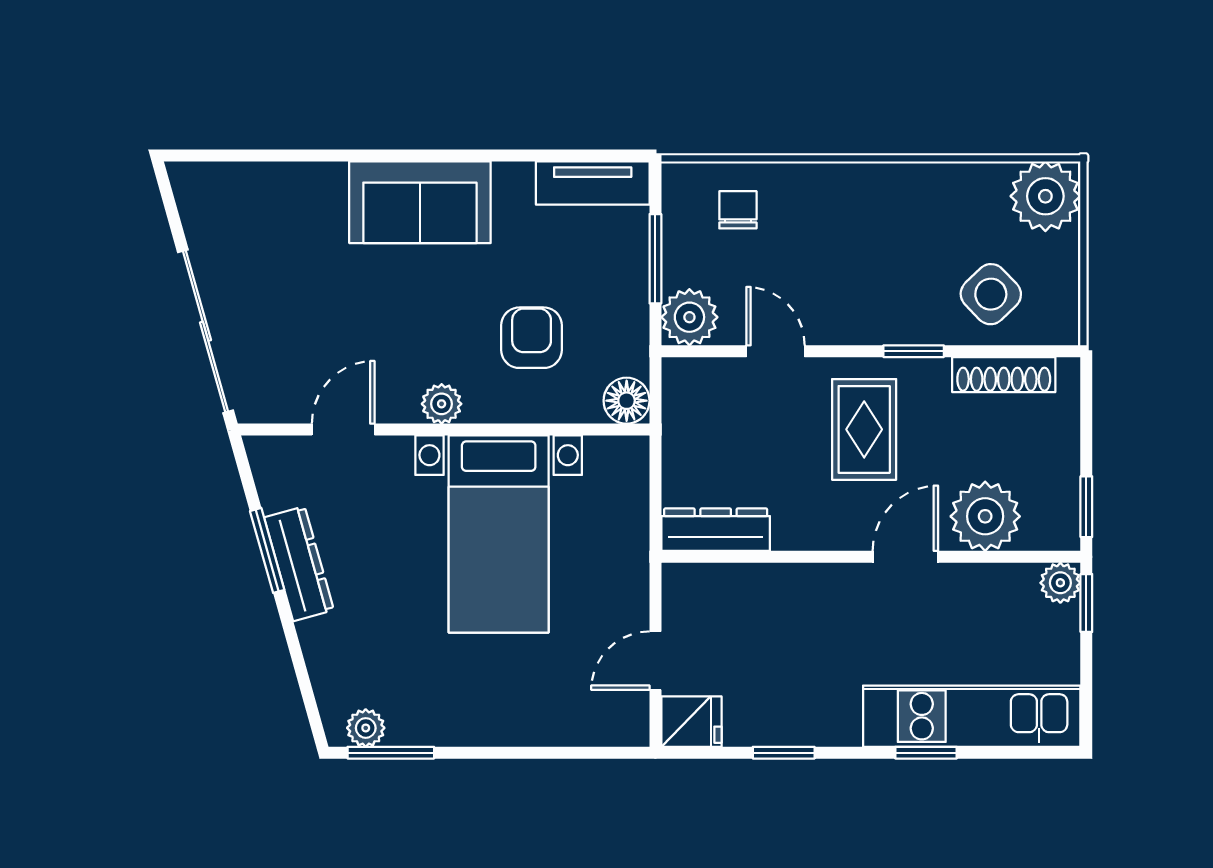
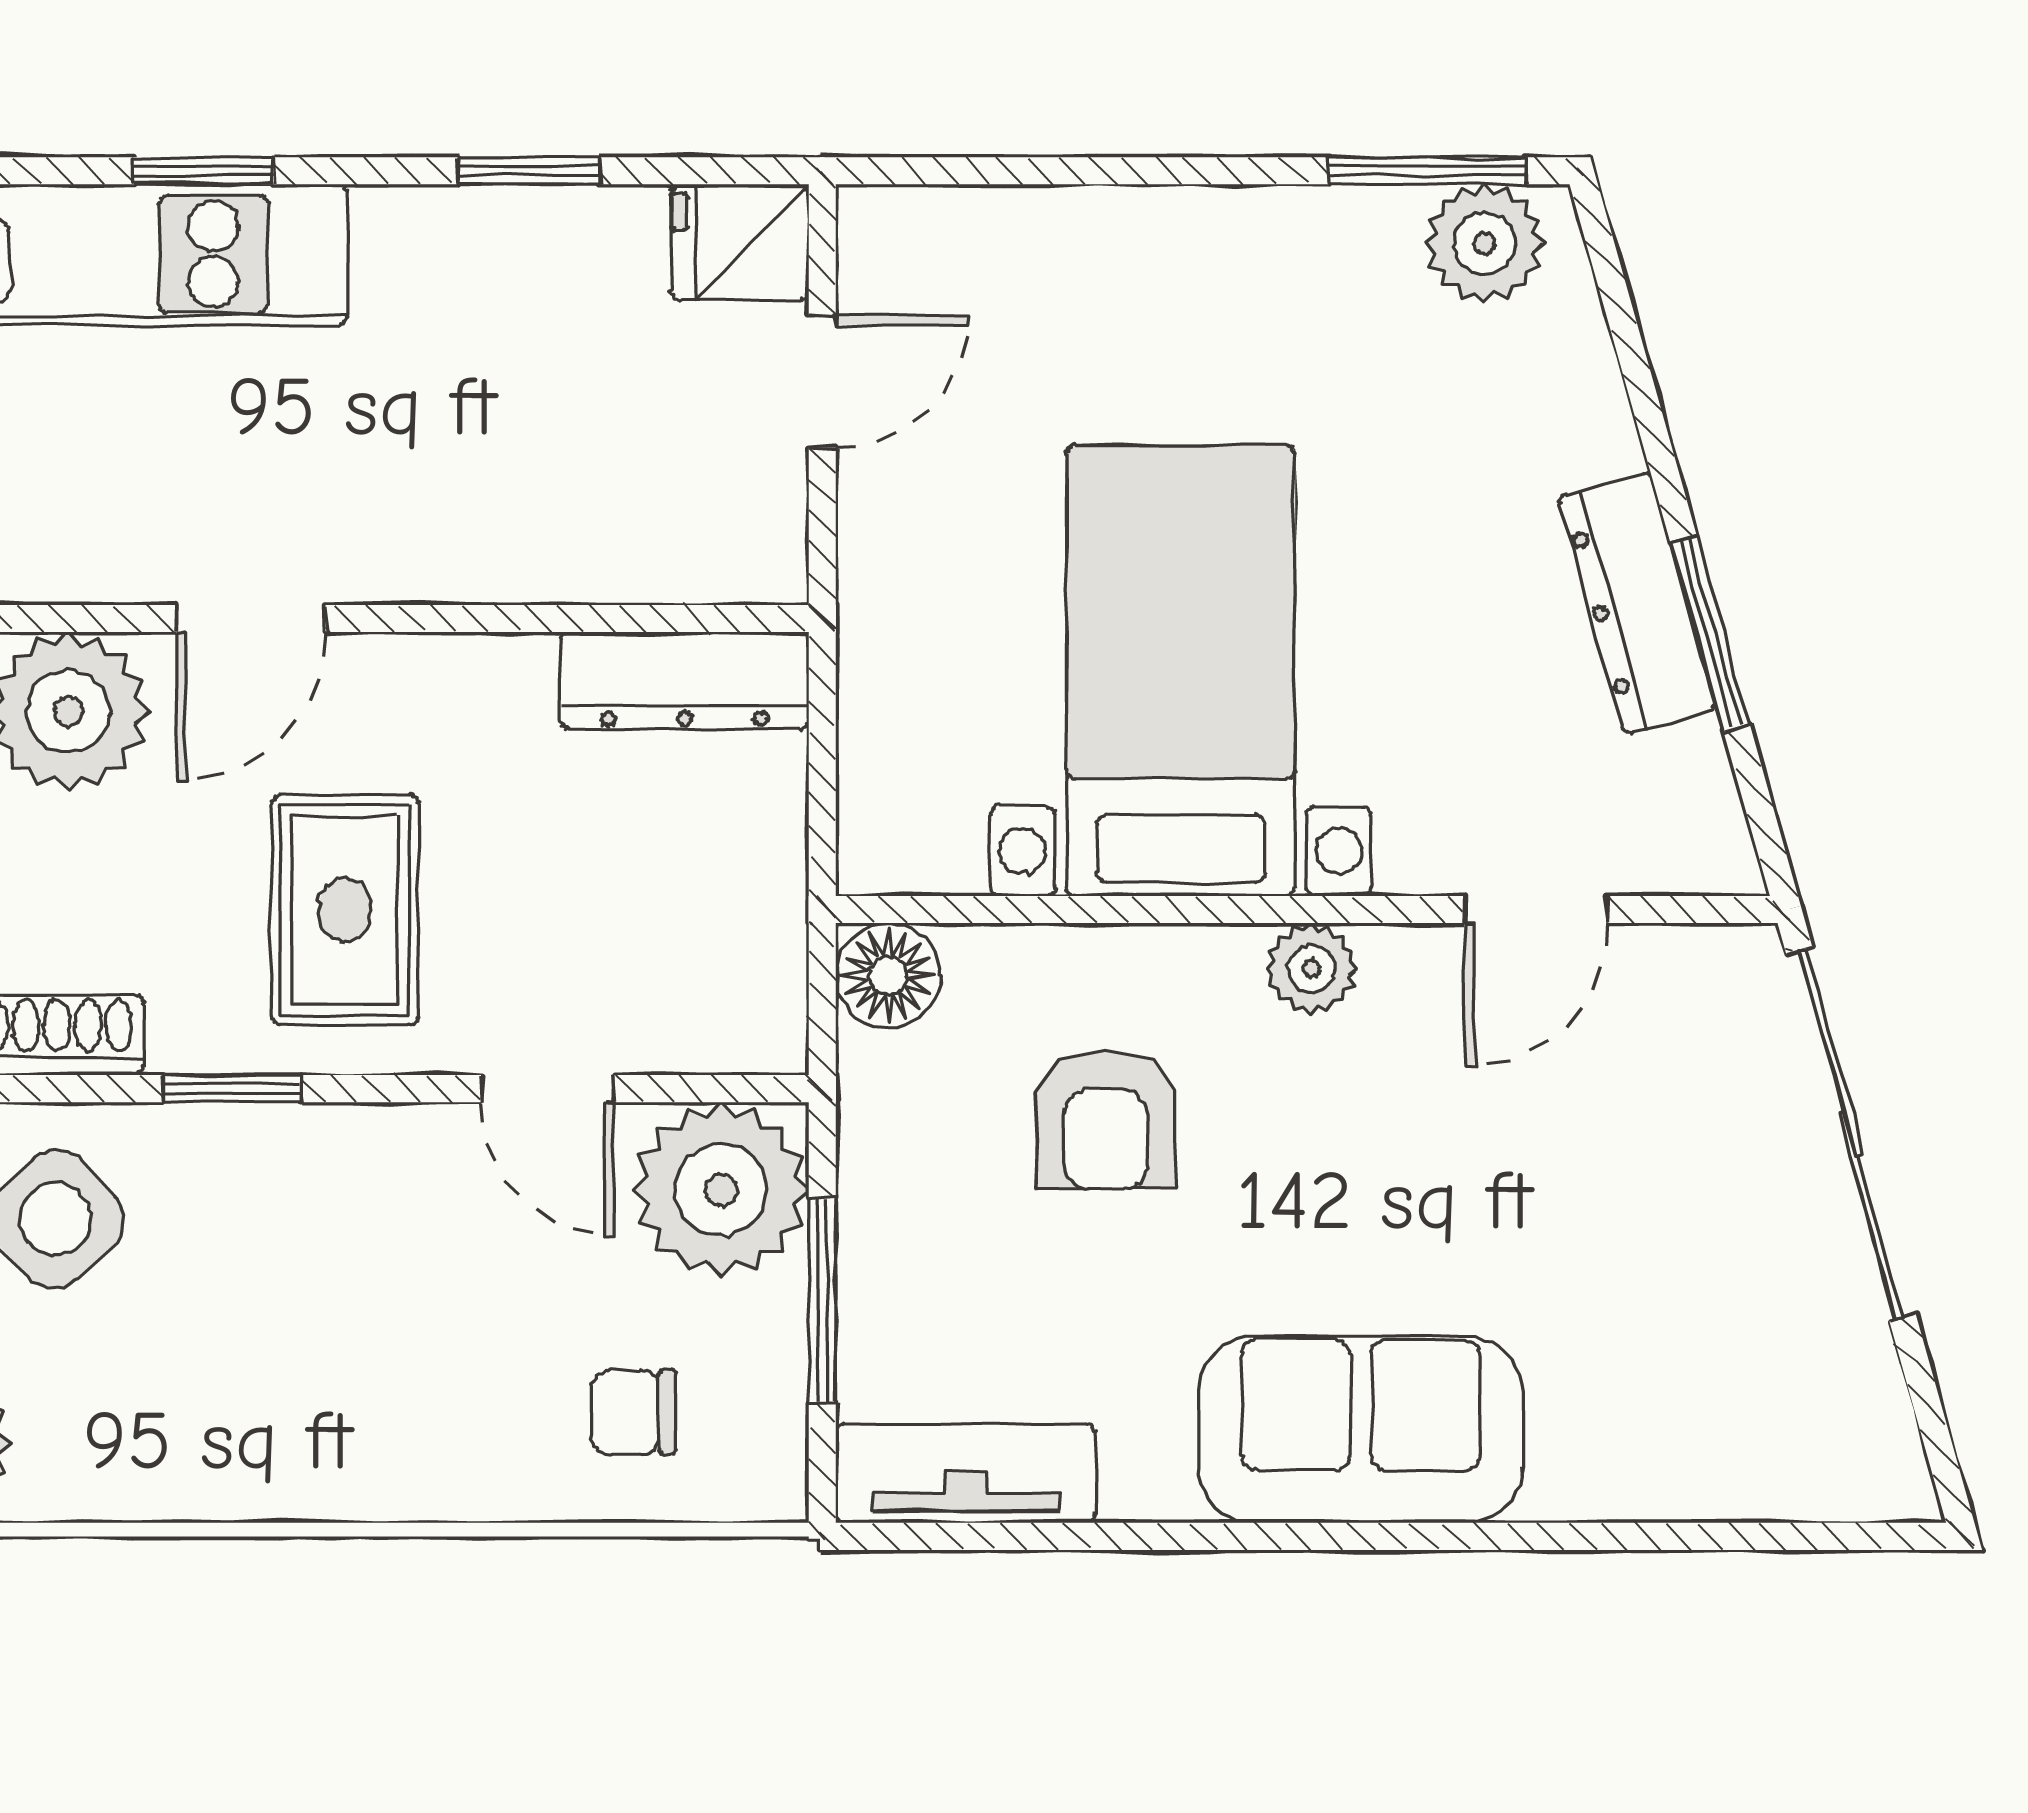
chair: (738, 210) -> (634, 1412), turned 90
plant: (689, 317) -> (721, 1190), width x1.36, depth x1.36
plant: (366, 728) -> (1485, 243), width x1.38, depth x1.38

